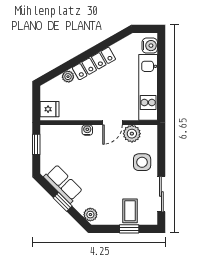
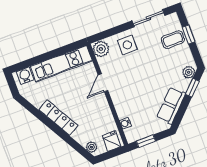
plant: (68, 77) -> (91, 147), moved
door: (113, 123) -> (103, 83), swing flipped
water cooler: (87, 130) -> (125, 123), moved
plant: (132, 134) -> (101, 49), moved
window: (63, 202) -> (192, 88), moved

